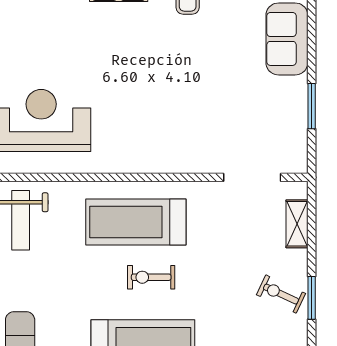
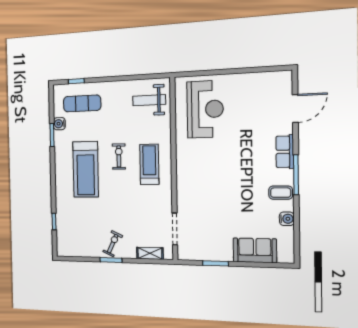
treadmill: (136, 222) -> (149, 164), width x0.73, depth x0.73
exercise bike: (151, 277) -> (119, 156), moved

